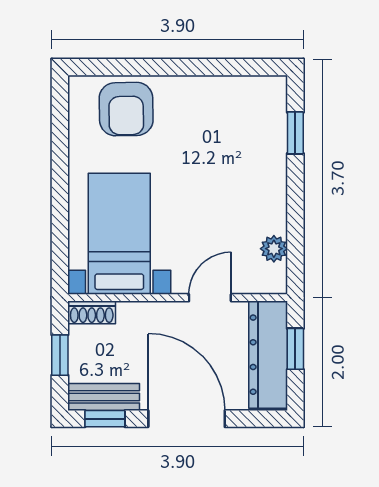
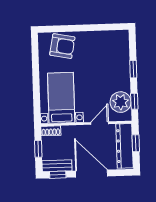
armchair: (126, 109) -> (62, 46), turned -78
window: (295, 133) -> (133, 69), moved
window: (295, 248) -> (134, 101), added
plant: (274, 249) -> (121, 102), width x1.87, depth x1.87

